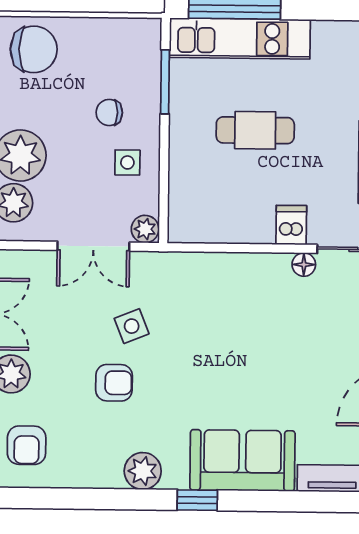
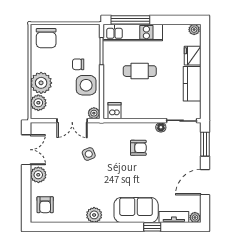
chair: (34, 49) -> (46, 38), turned 90
side table: (127, 162) -> (86, 85), width x1.87, depth x1.87
dishwasher: (291, 225) -> (115, 111), moved
armchair: (114, 383) -> (138, 148), moved
window: (197, 500) -> (152, 227), moved

